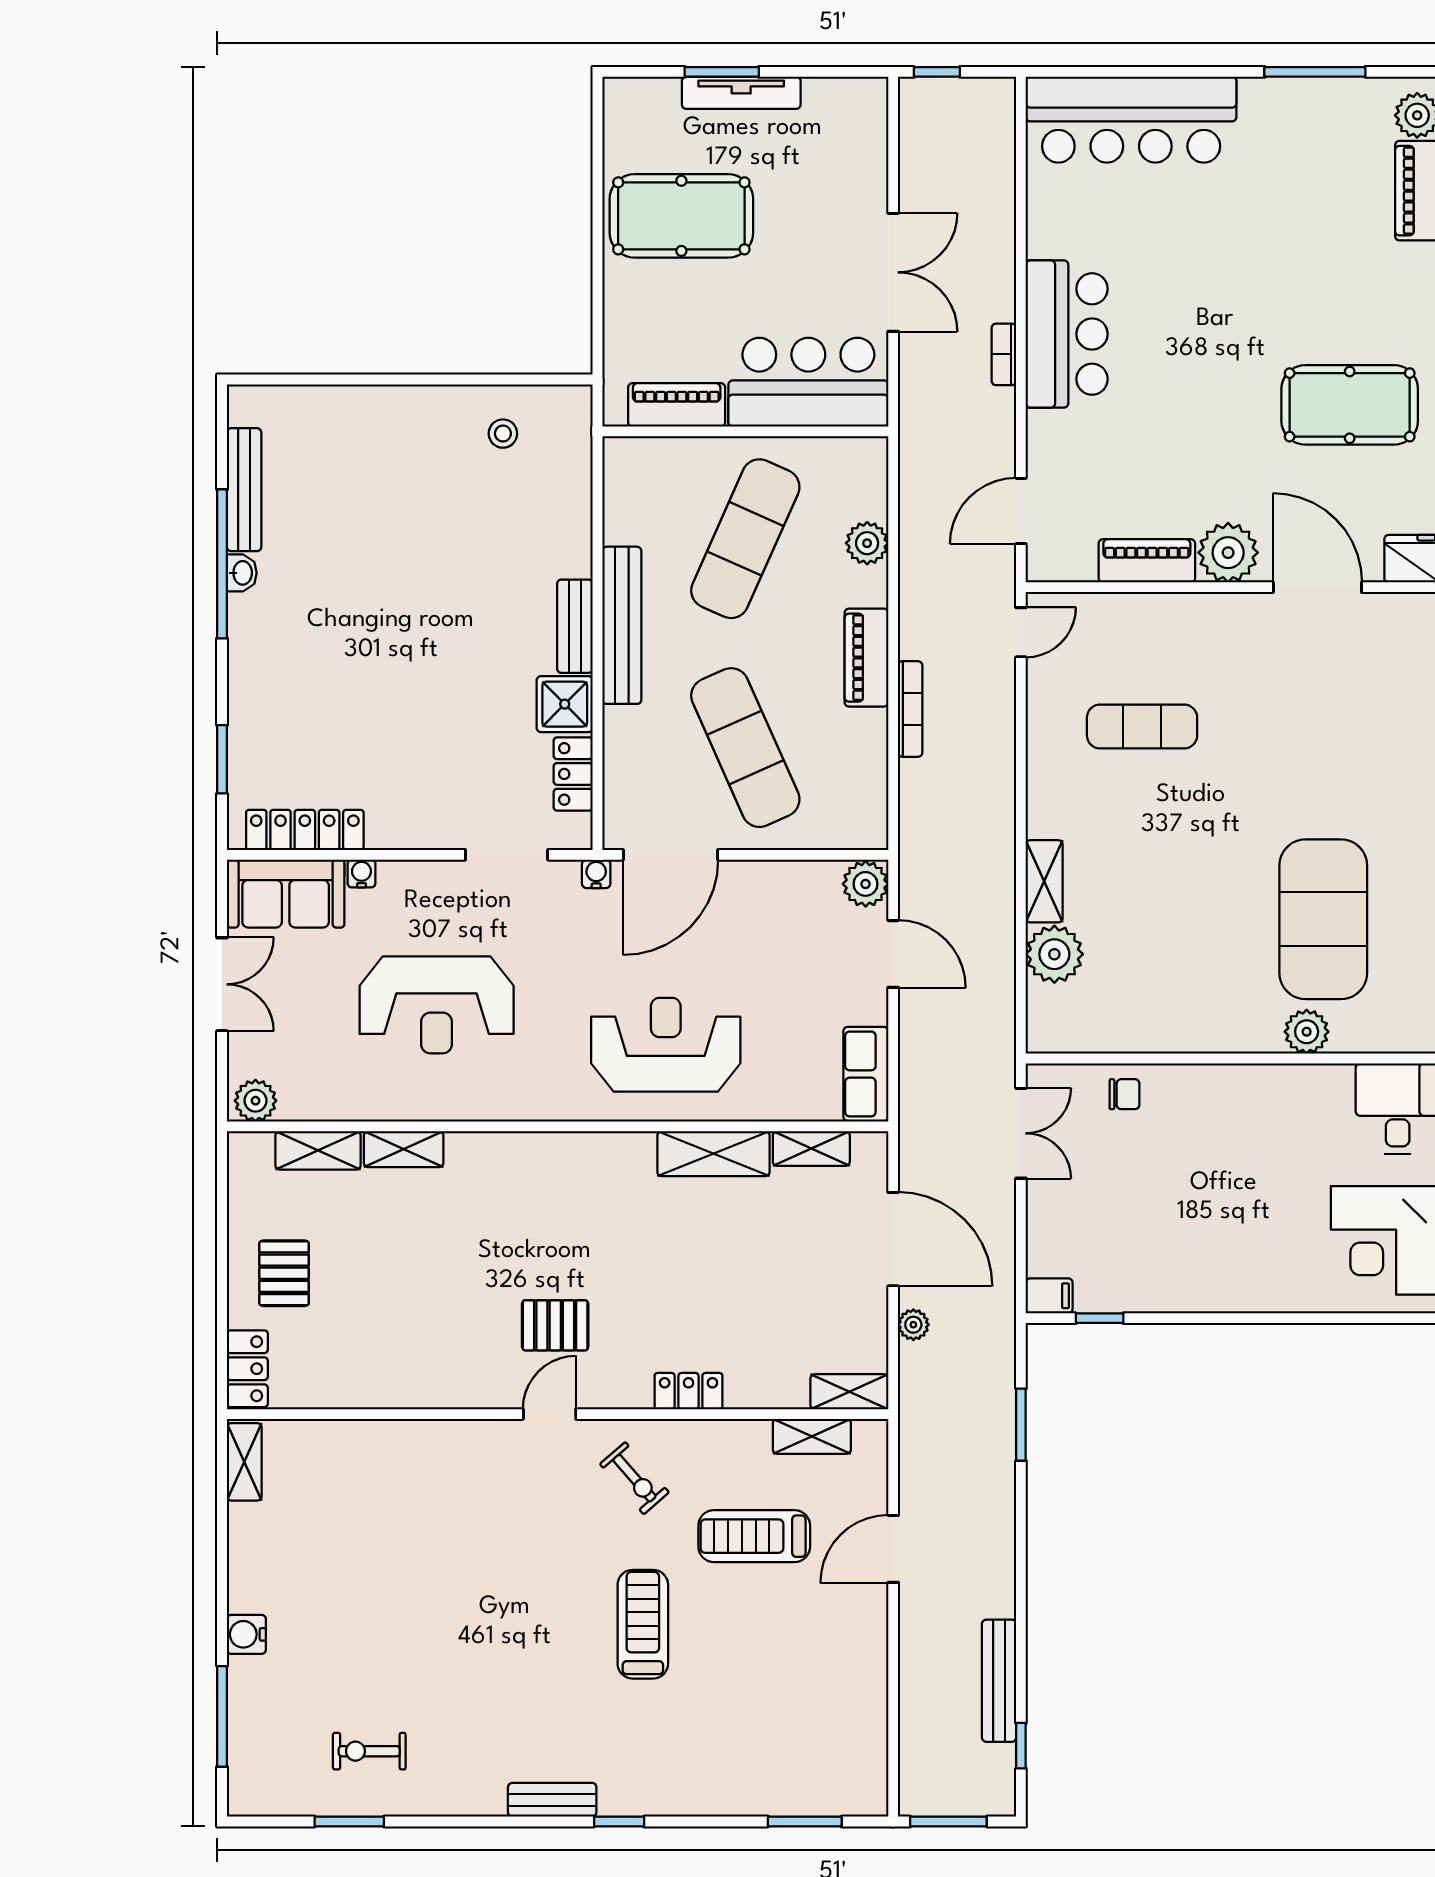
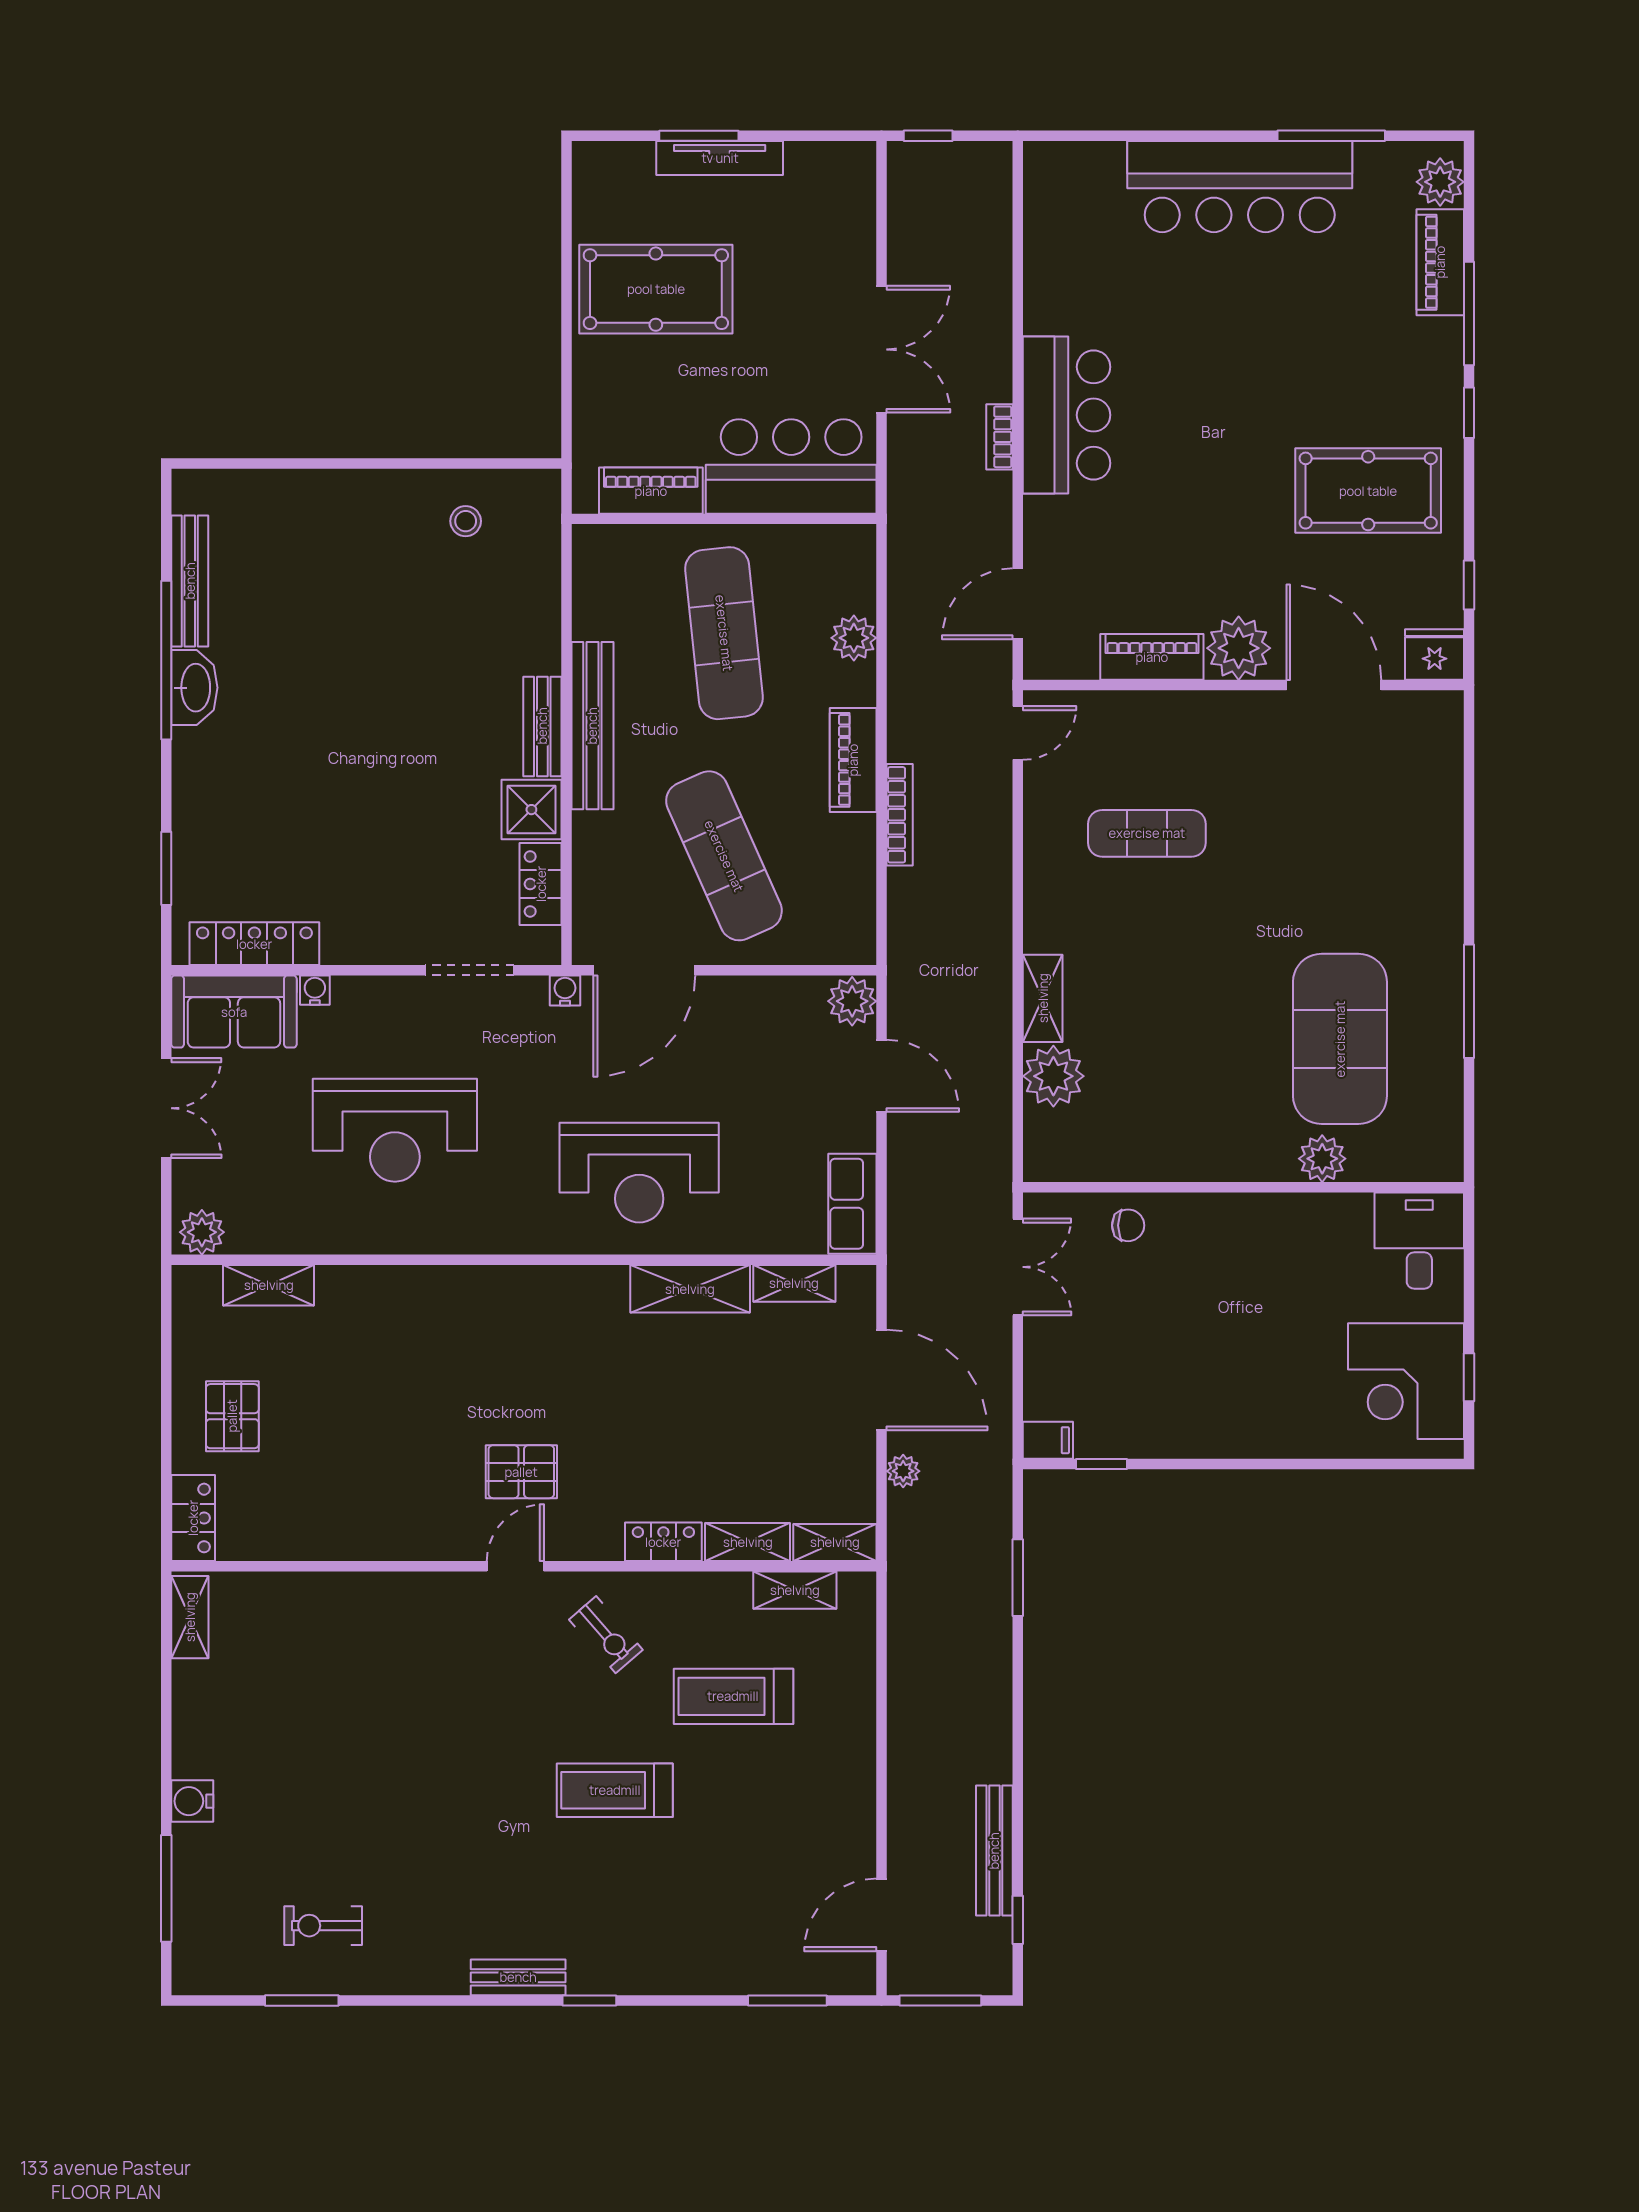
bar counter: (1131, 120) -> (1240, 187), moved
exercise mat: (745, 539) -> (724, 633), turned -30
washbasin: (242, 573) -> (194, 688), width x1.91, depth x1.45
reception desk: (666, 1045) -> (639, 1173), turned 180
shelving: (404, 1149) -> (748, 1542), moved
door: (893, 1549) -> (882, 1915), moved
treadmill: (643, 1624) -> (615, 1790), turned -90

